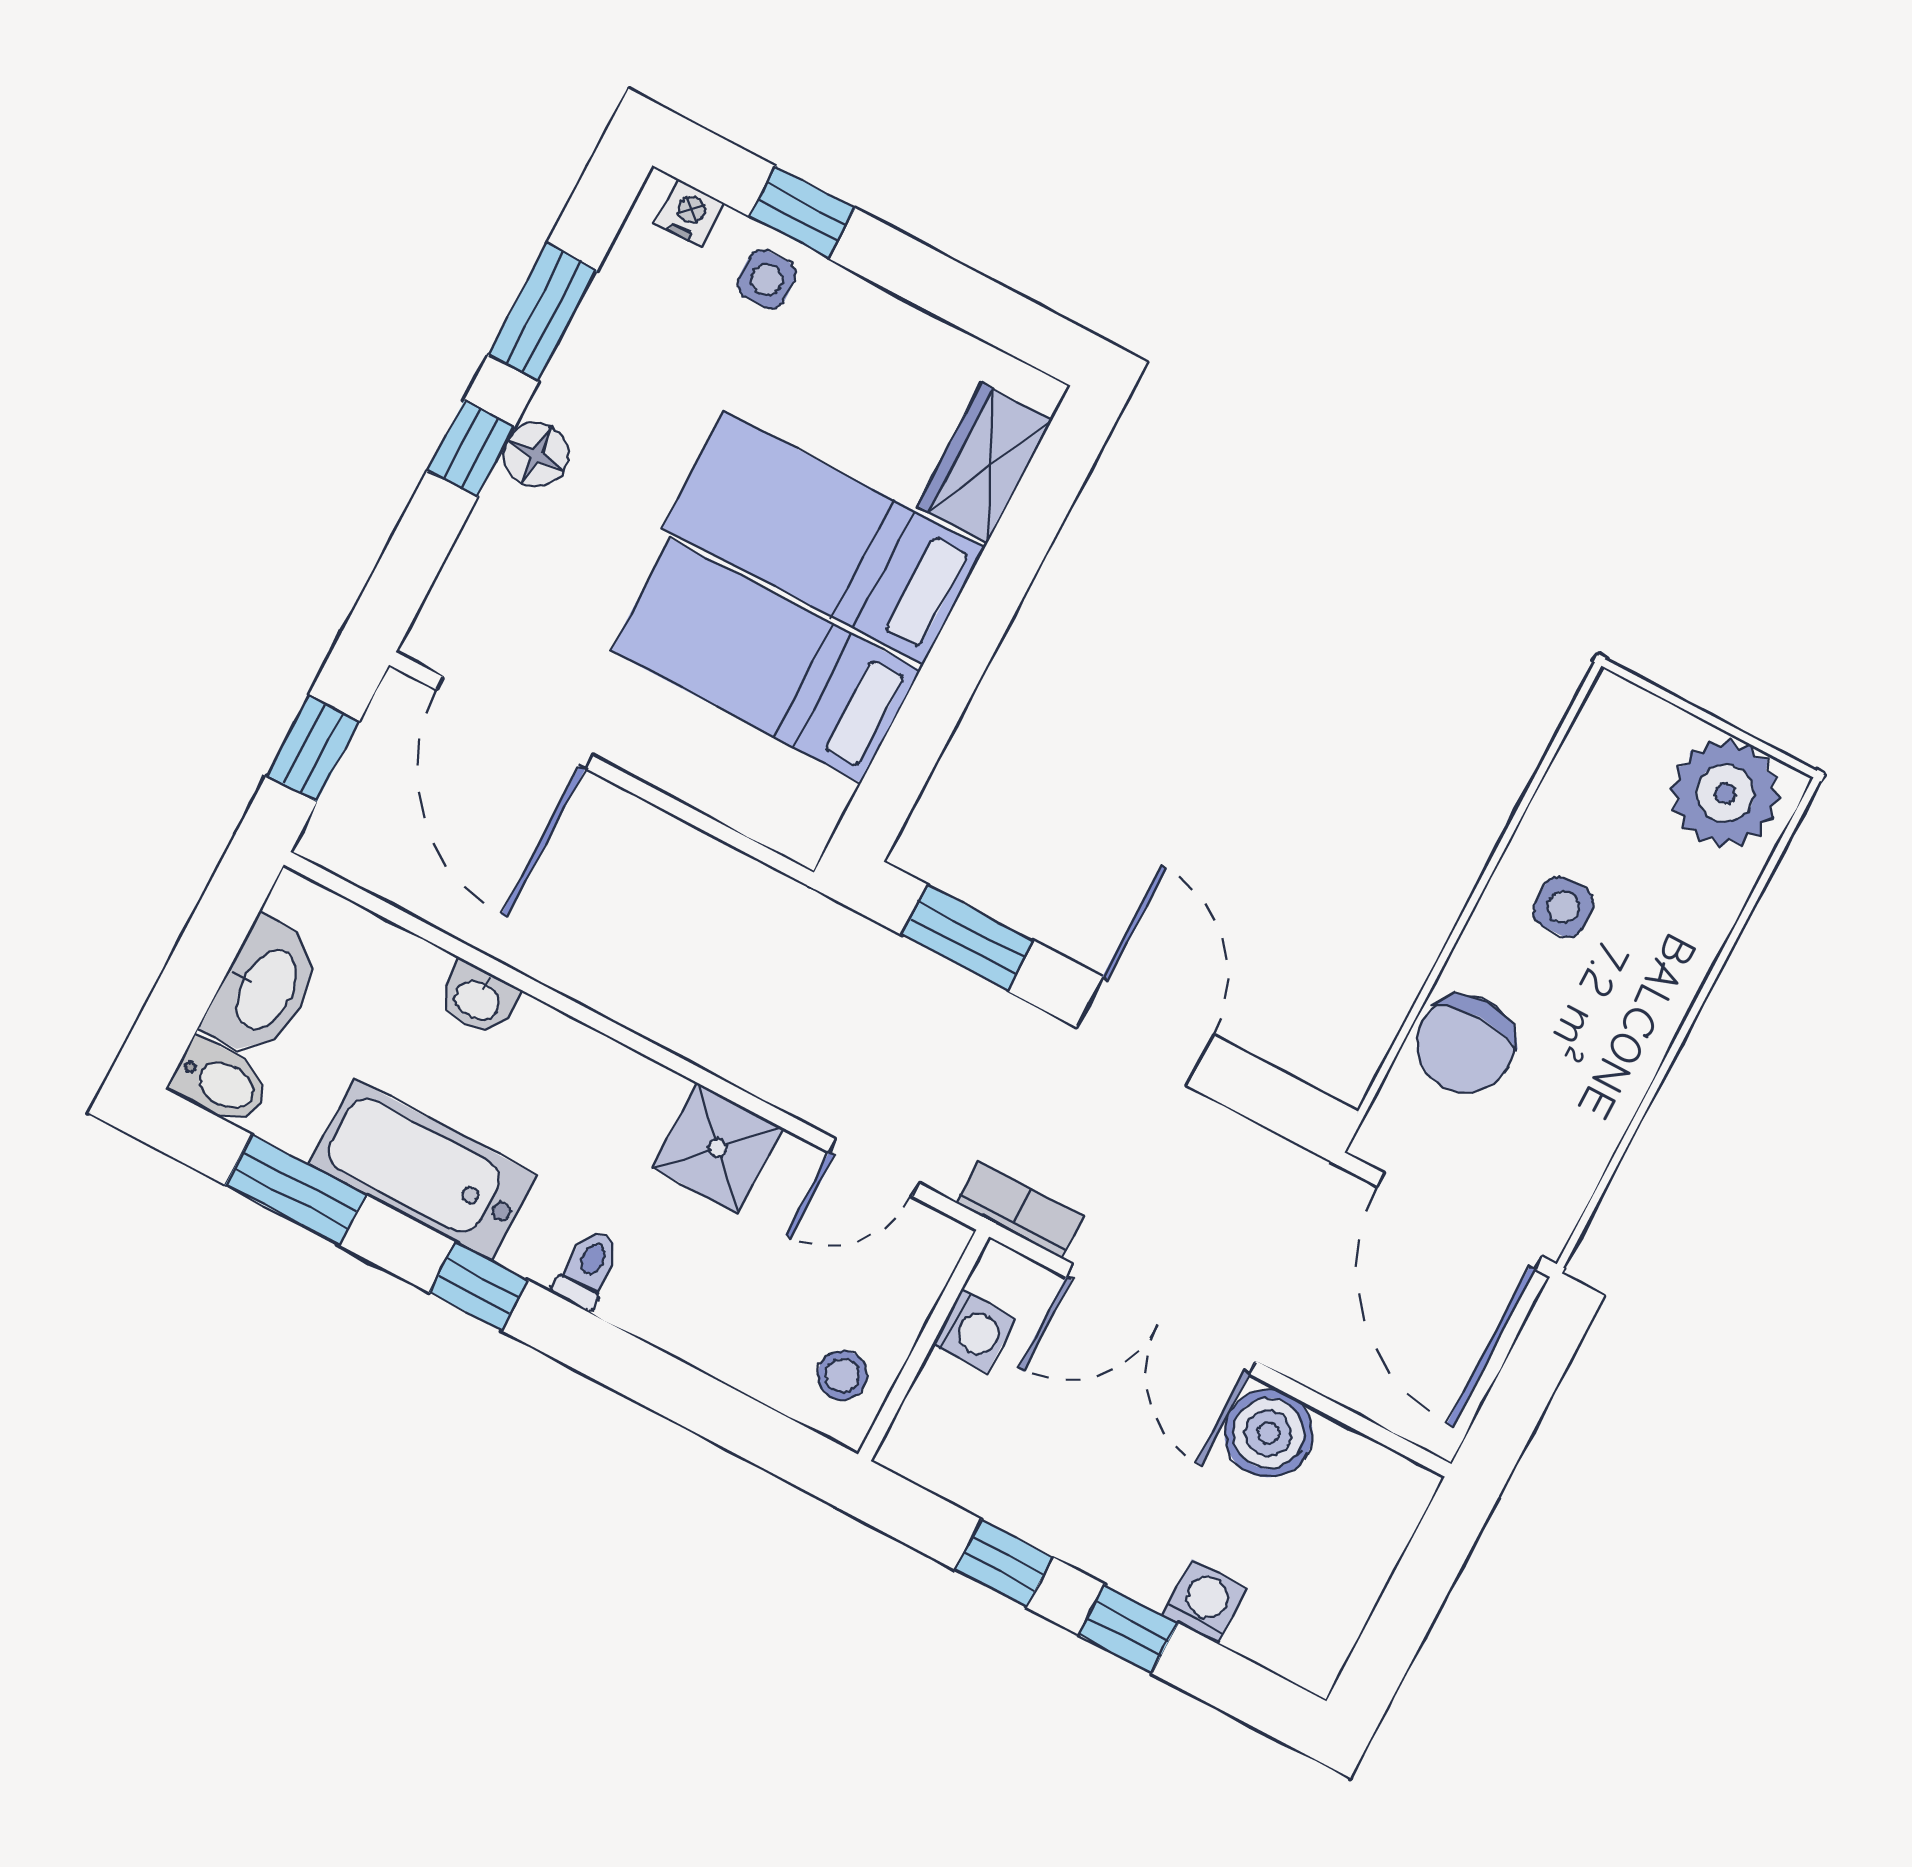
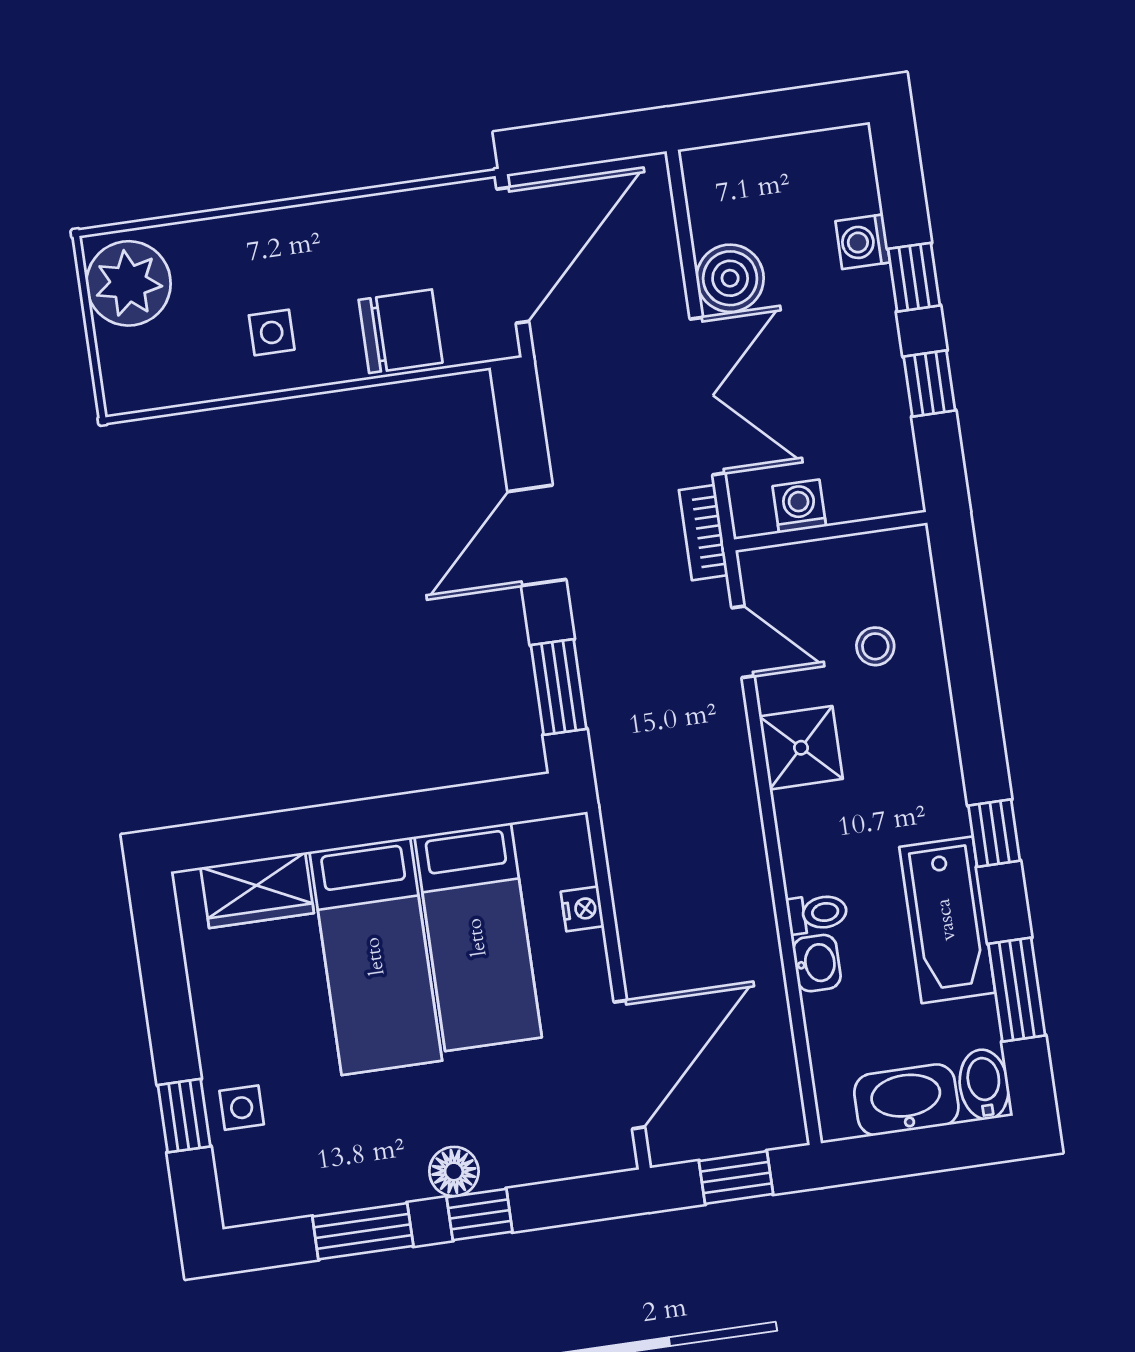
nightstand: (690, 213) -> (582, 909), moved, turned 180
toilet: (588, 1269) -> (817, 913), moved, turned 180
stool: (842, 1375) -> (875, 646), moved

